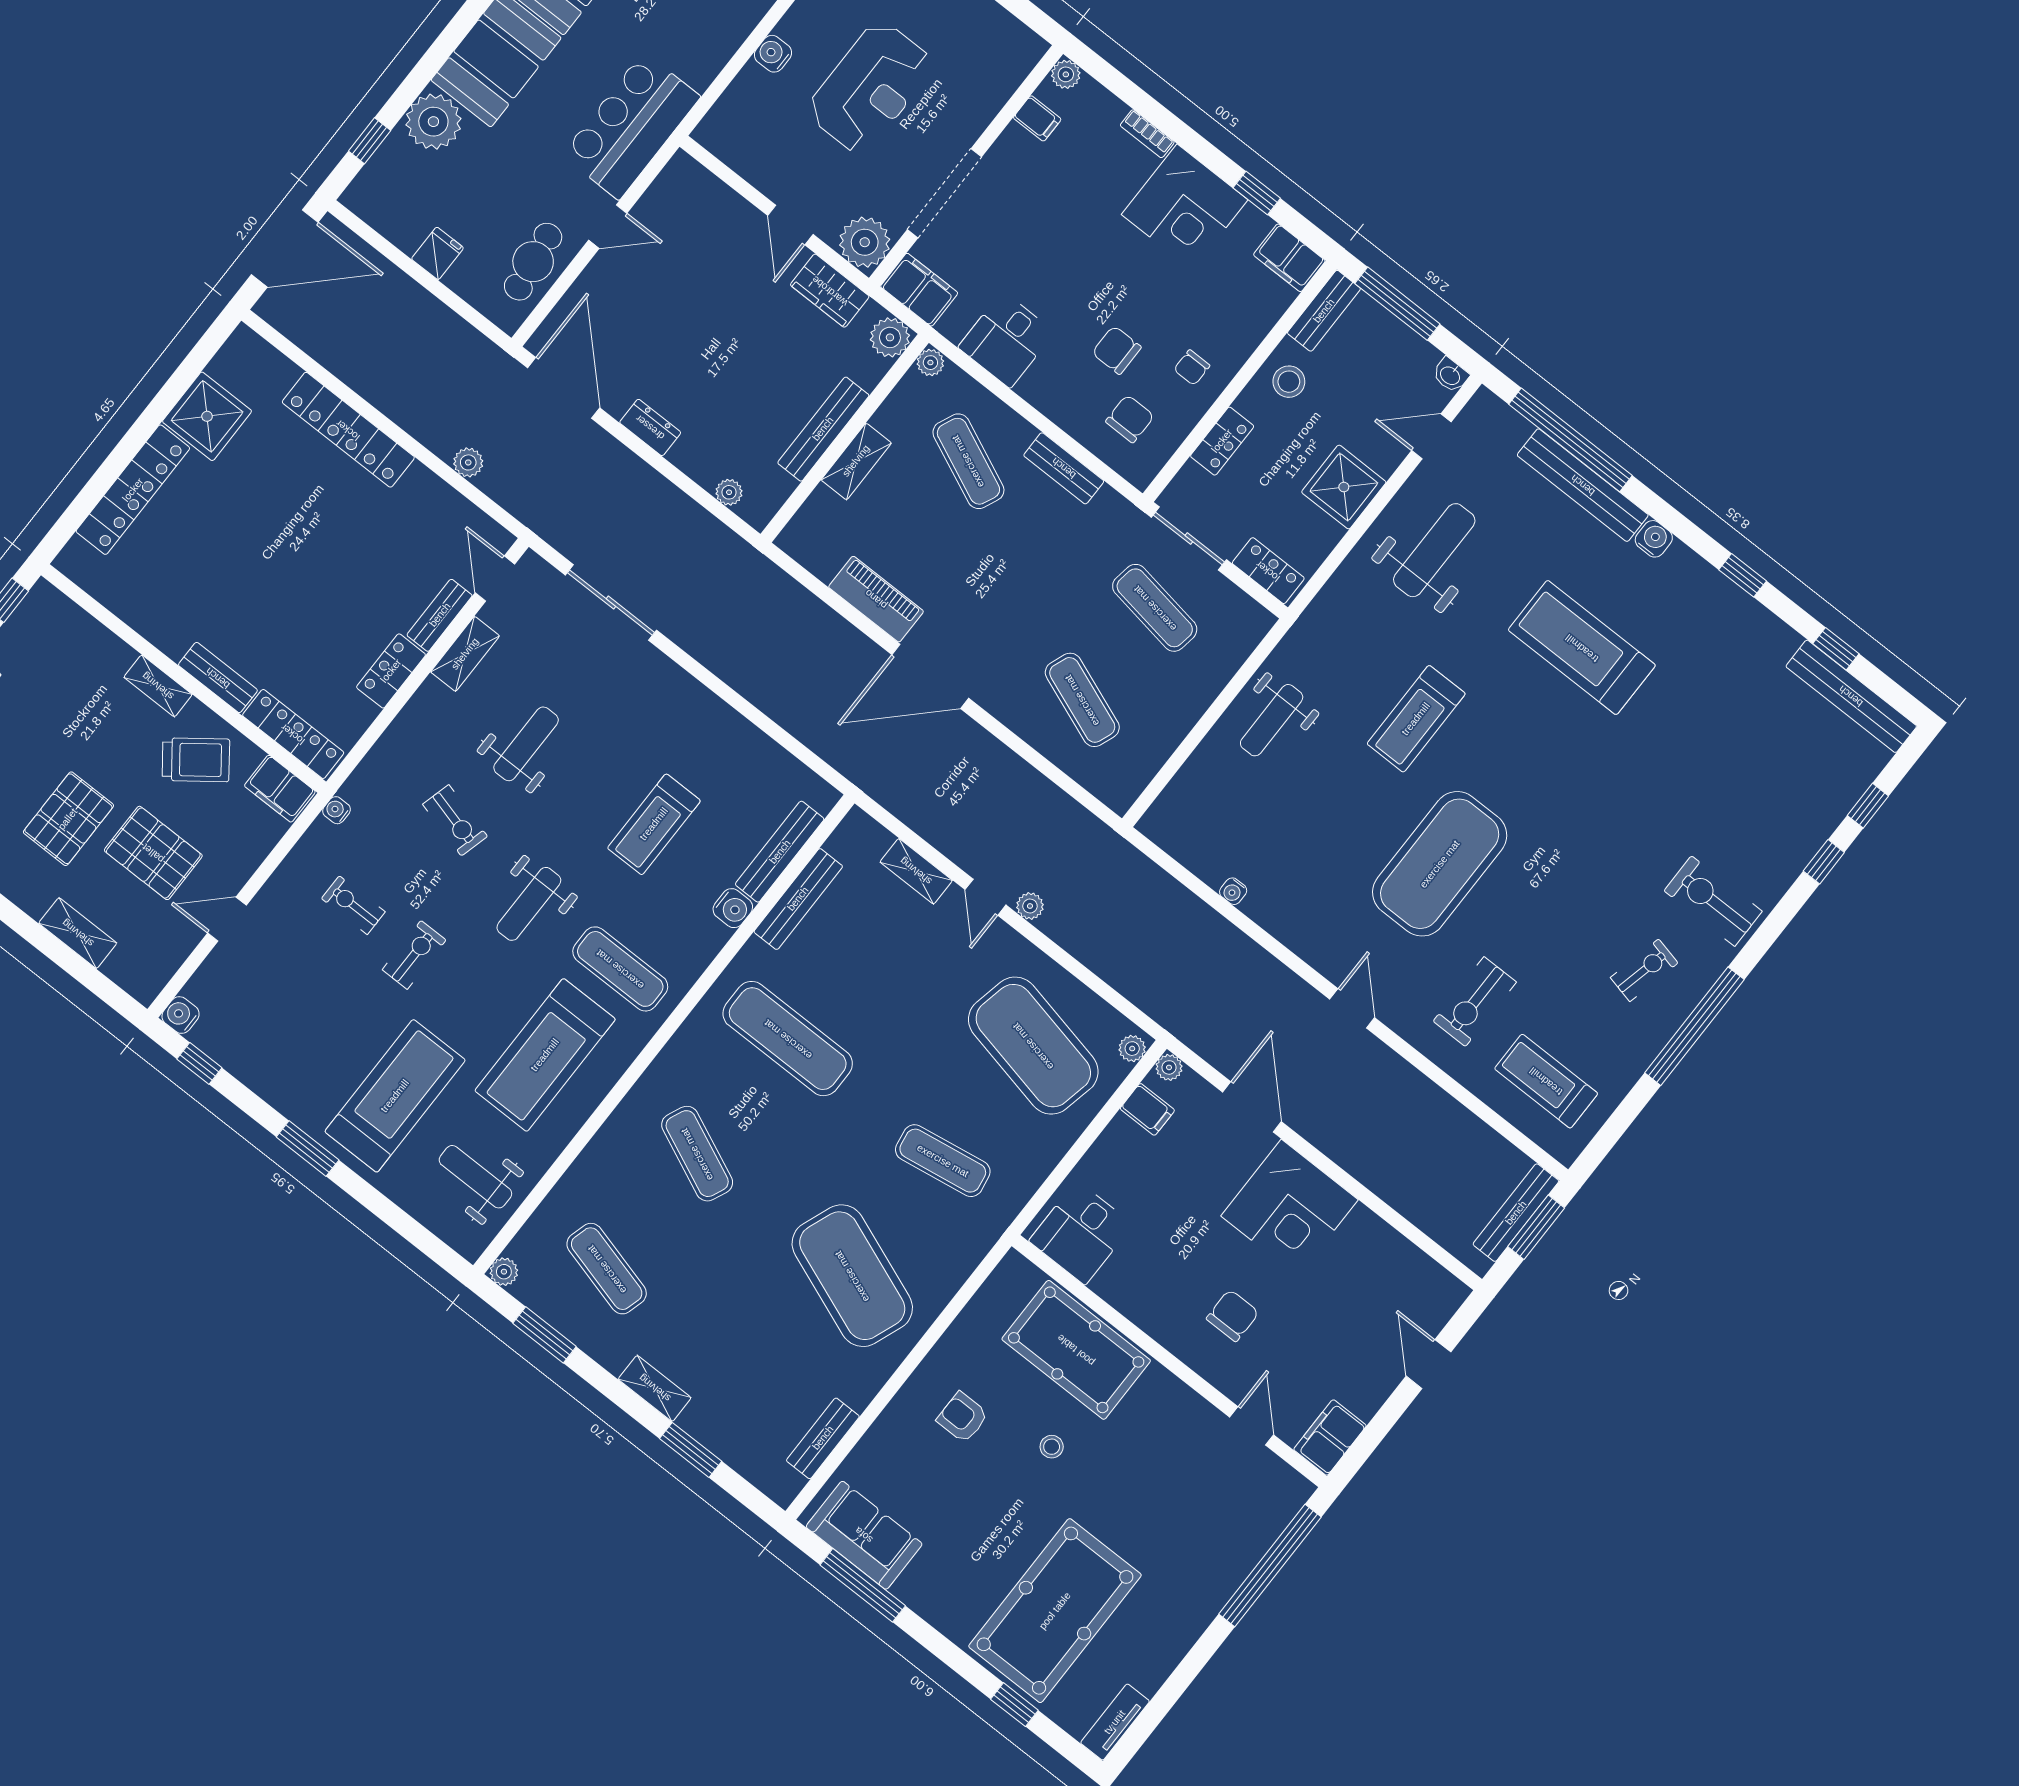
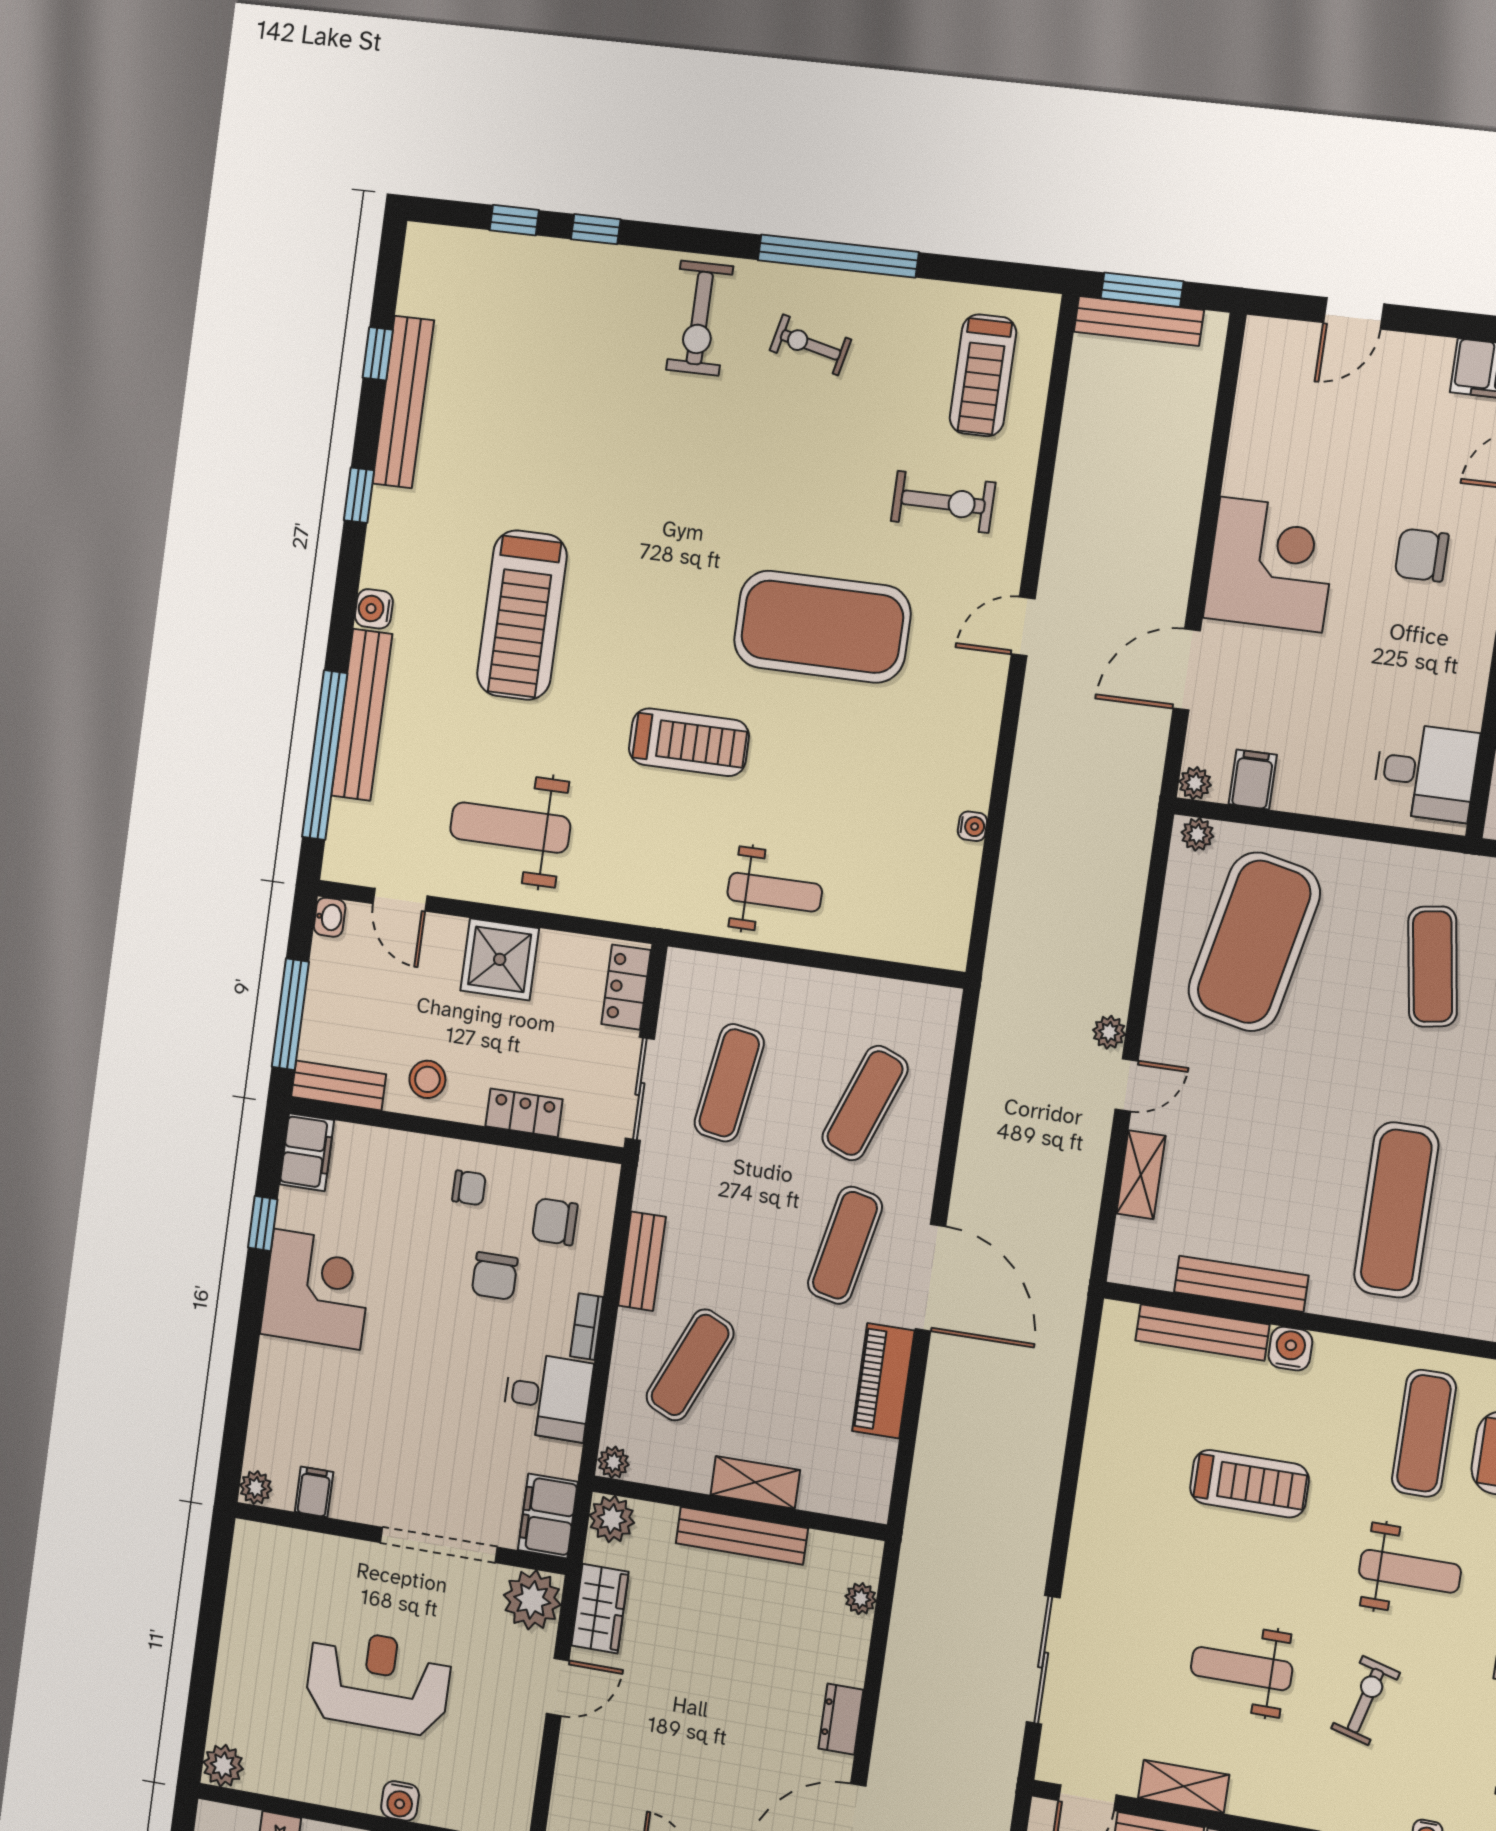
bookcase: (1147, 134) -> (587, 1327), moved, turned 180
exercise mat: (989, 627) -> (845, 1245), added
bench: (1851, 696) -> (403, 402), moved

